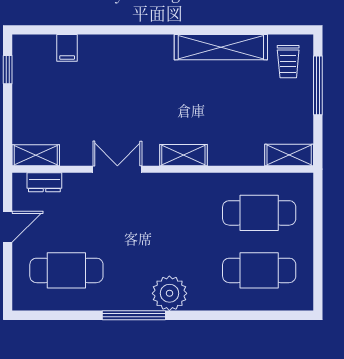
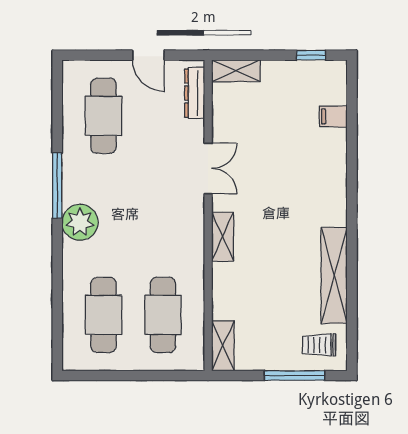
shelving: (36, 155) -> (236, 71), moved, turned 90
dresser: (44, 182) -> (195, 93), width x1.44

